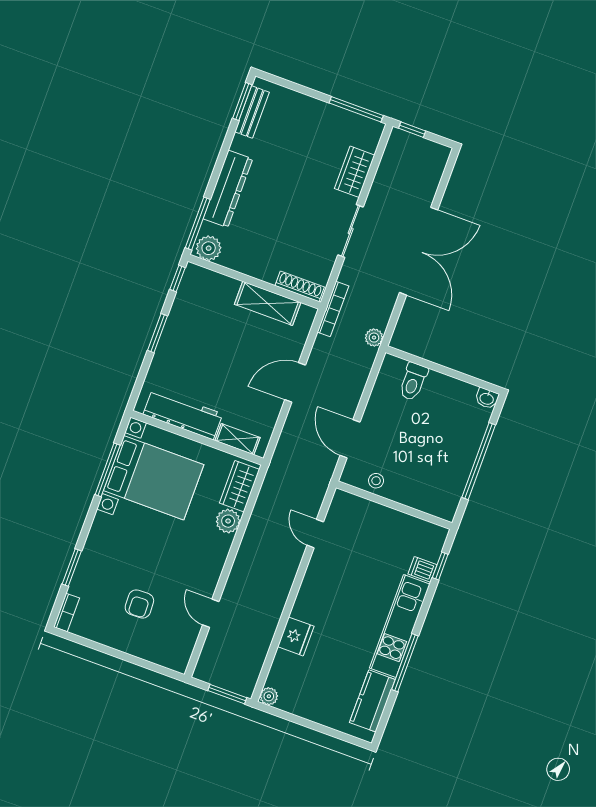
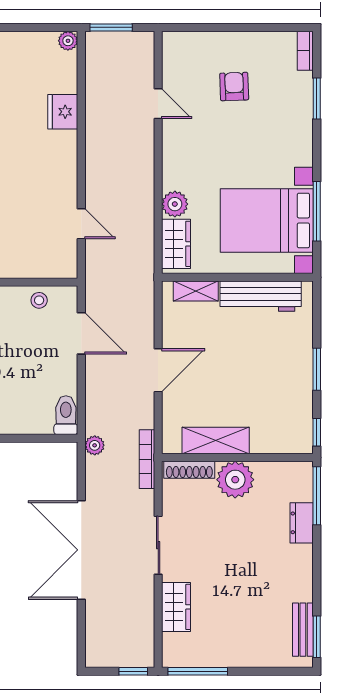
dresser: (228, 189) -> (302, 523), width x0.51, depth x0.80
plant: (209, 248) -> (235, 480), moved, width x1.36, depth x1.36
toilet: (413, 381) -> (66, 415), moved

